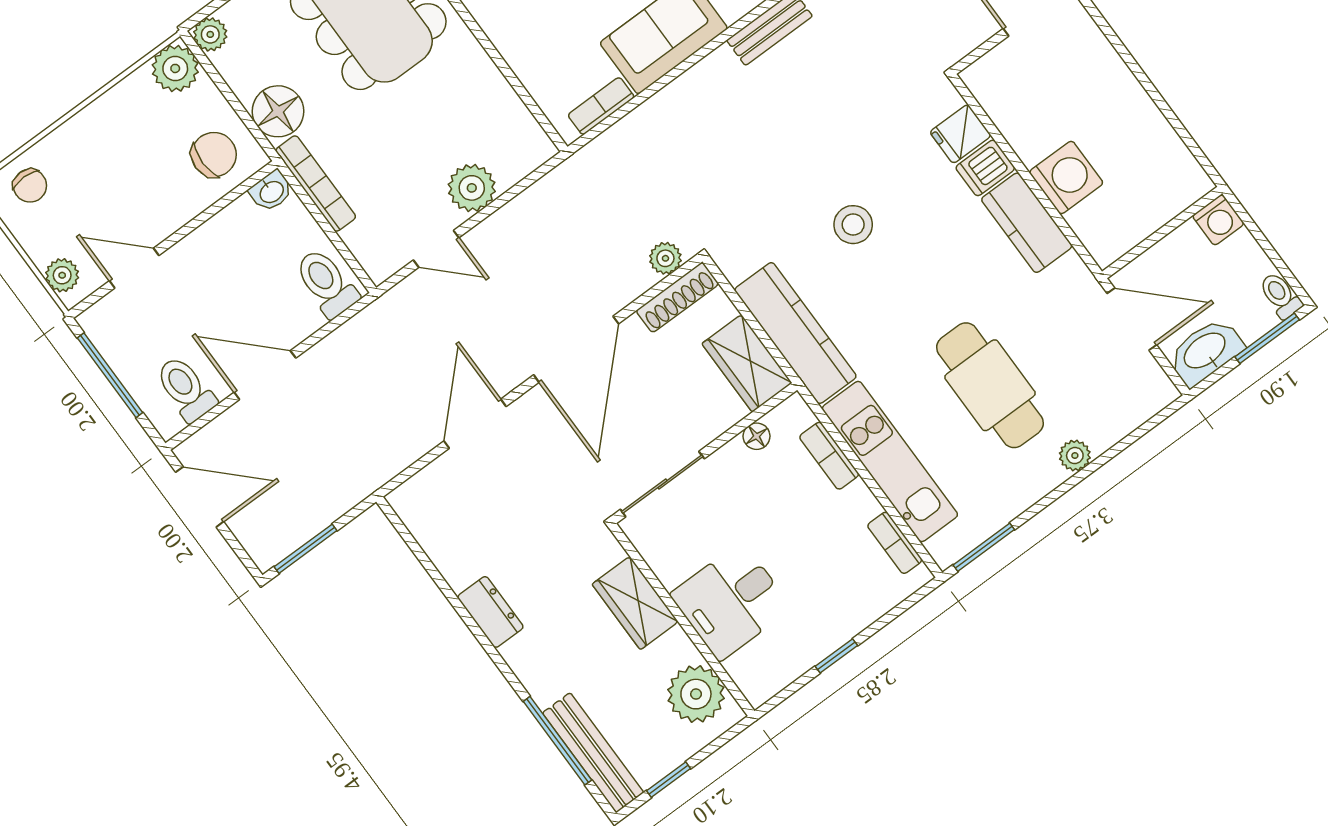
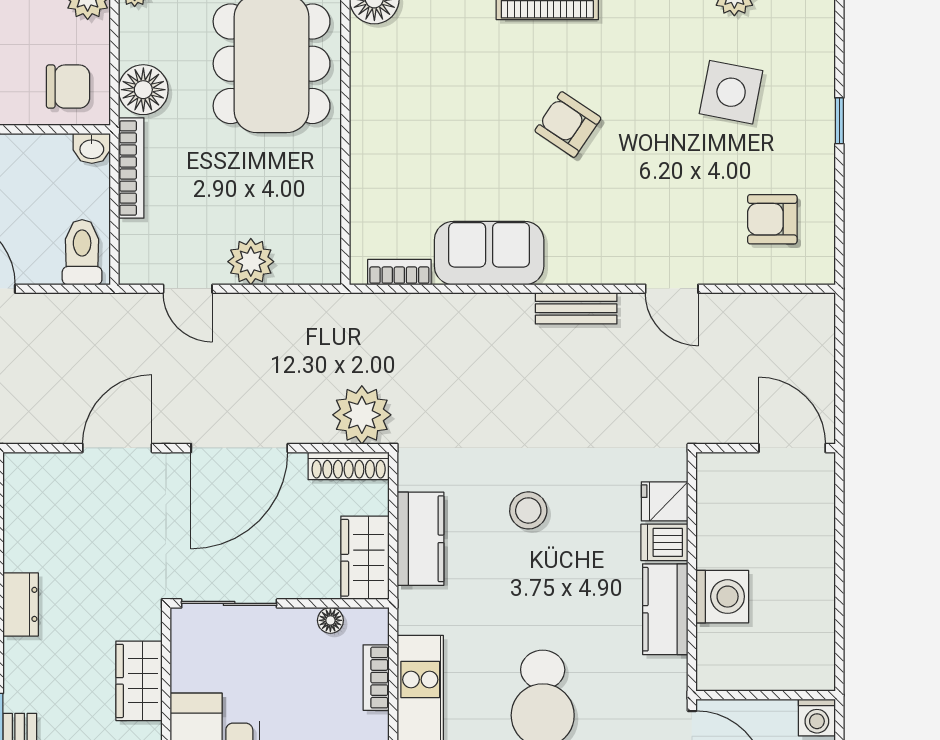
plant: (665, 258) -> (362, 415), width x1.88, depth x1.88
kitchen counter: (795, 333) -> (420, 539), width x0.67

